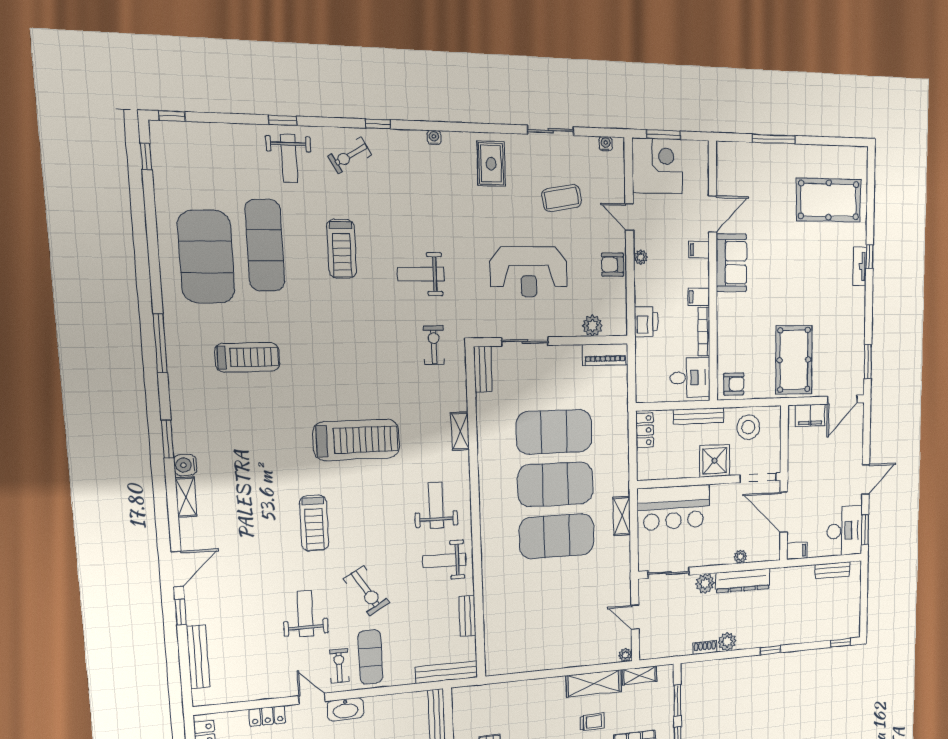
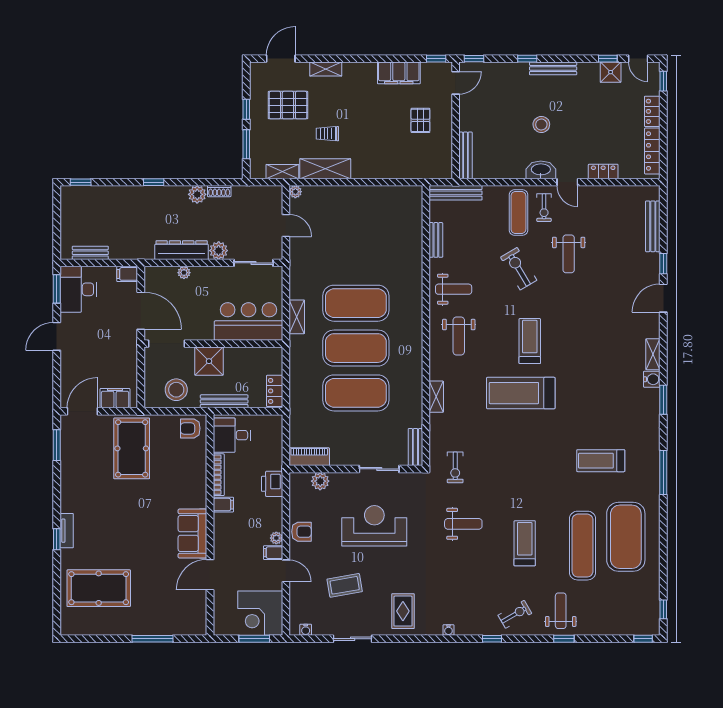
filing cabinet: (699, 250) -> (273, 553), moved, turned 180
treadmill: (314, 523) -> (530, 341), moved

